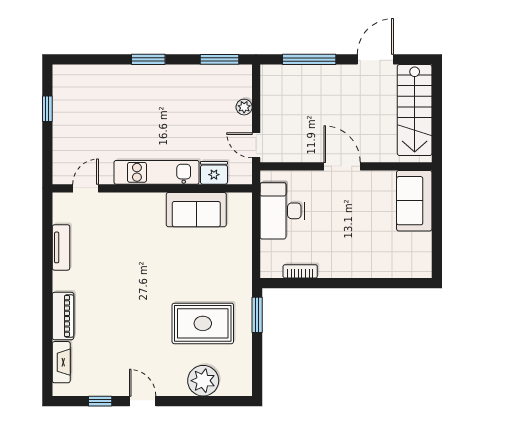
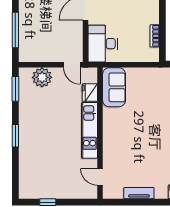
plant: (244, 107) -> (42, 77), width x1.87, depth x1.87
door: (256, 145) -> (72, 65), hinge flipped
sofa: (196, 210) -> (114, 87), moved
desk: (282, 211) -> (103, 44), moved, turned 90

